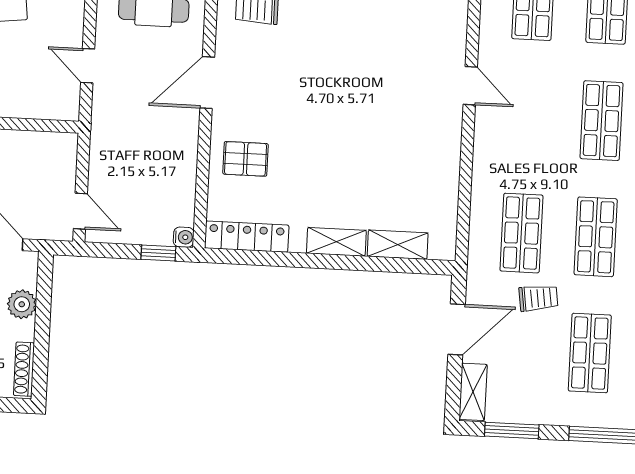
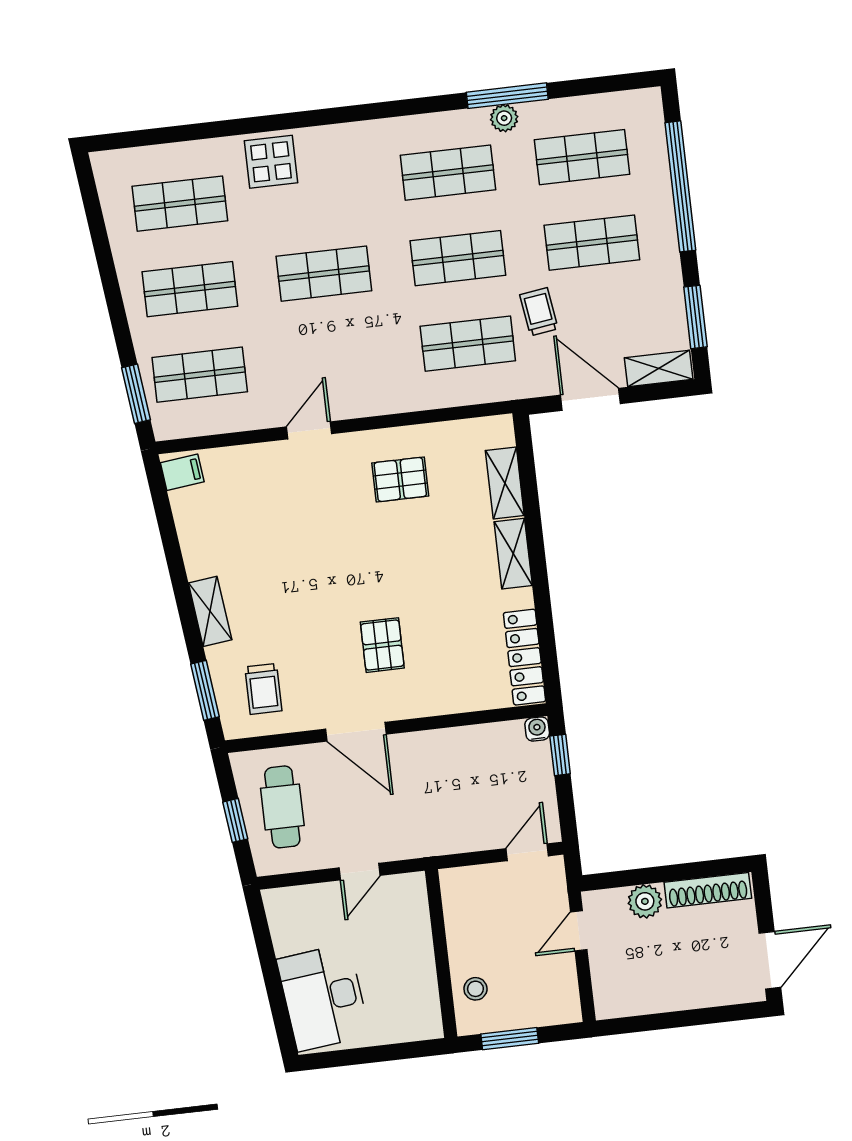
pallet: (415, 156) -> (400, 479), added
pallet: (246, 159) -> (382, 645), moved
shoe rack: (24, 369) -> (708, 890), width x1.36, depth x1.24

